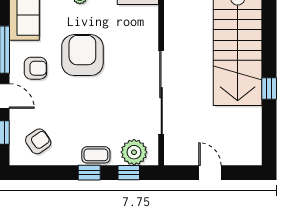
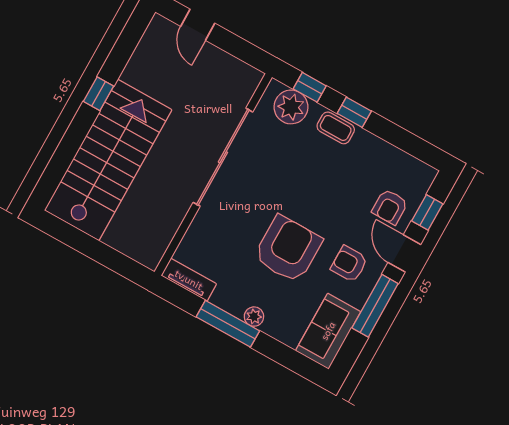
armchair: (82, 55) -> (288, 249), turned 180
armchair: (38, 141) -> (390, 207), moved, turned -55
door: (210, 173) -> (198, 25), moved

